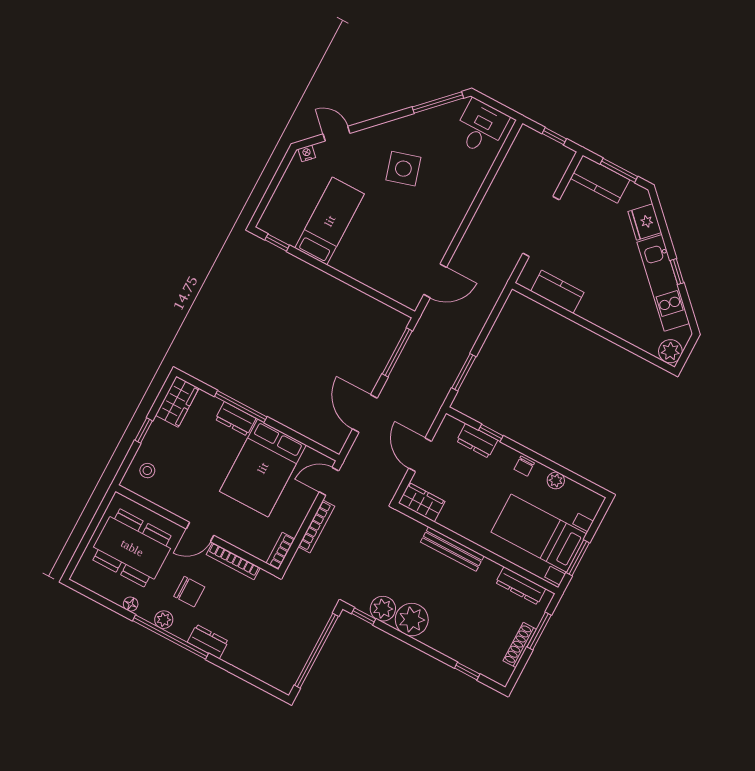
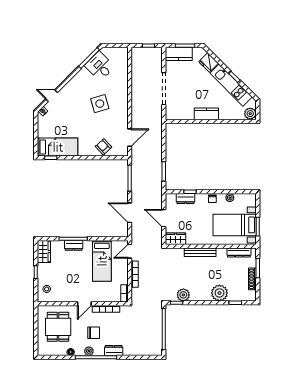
desk: (481, 127) -> (100, 66), moved, turned -45
side table: (403, 169) -> (100, 104), moved
bed: (330, 221) -> (58, 147), moved, turned 90
armchair: (380, 273) -> (104, 147), added
kitchen counter: (557, 292) -> (206, 114), moved
bed: (263, 468) -> (102, 261), width x0.67
dining table: (132, 548) -> (58, 327), width x0.73
plant: (412, 620) -> (219, 293), moved

